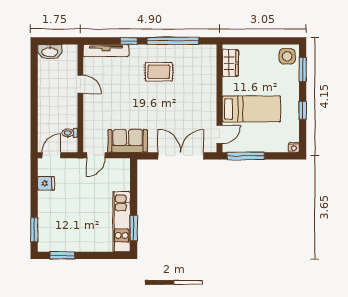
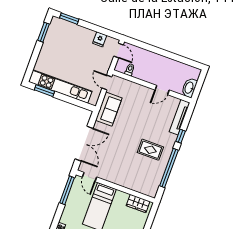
washbasin: (50, 52) -> (189, 88), moved
rug: (159, 72) -> (150, 150), turned 90
kitchen unit: (122, 222) -> (60, 87), width x1.36

